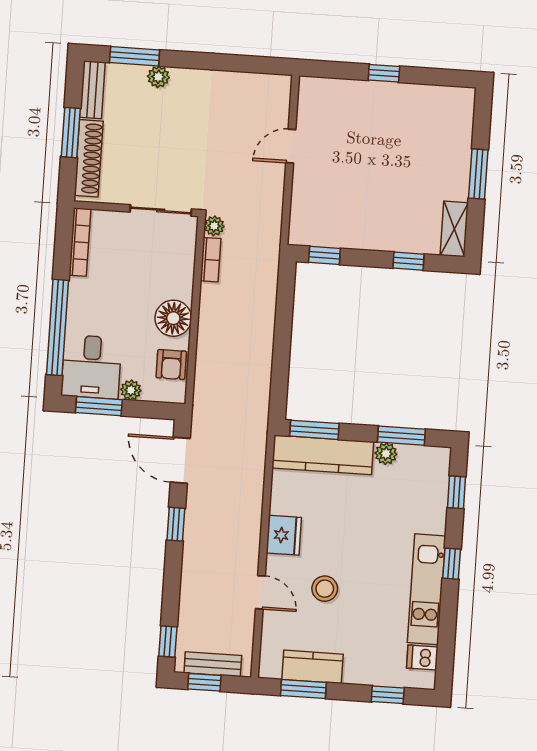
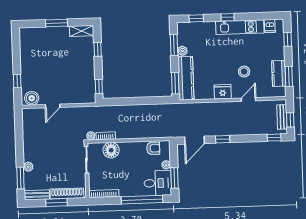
window: (384, 73) -> (17, 81), moved
boiler: (313, 100) -> (32, 98), added
door: (291, 146) -> (53, 106), hinge flipped
floor lamp: (173, 318) -> (111, 150), moved

